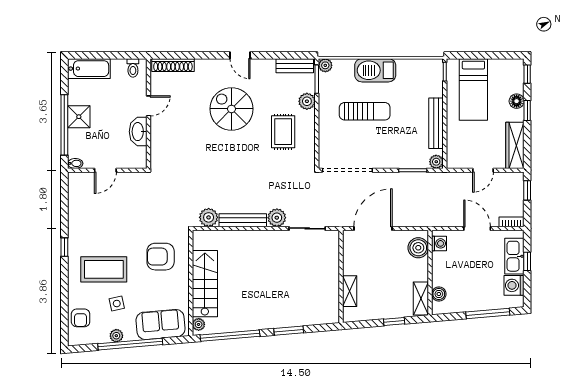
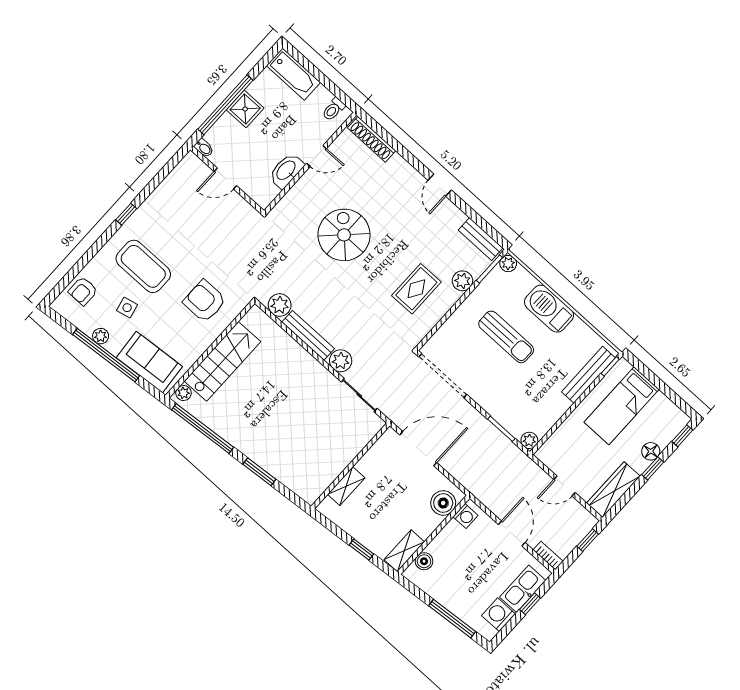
spiral stairs: (231, 109) -> (344, 235), moved
bench: (436, 123) -> (588, 375), moved

